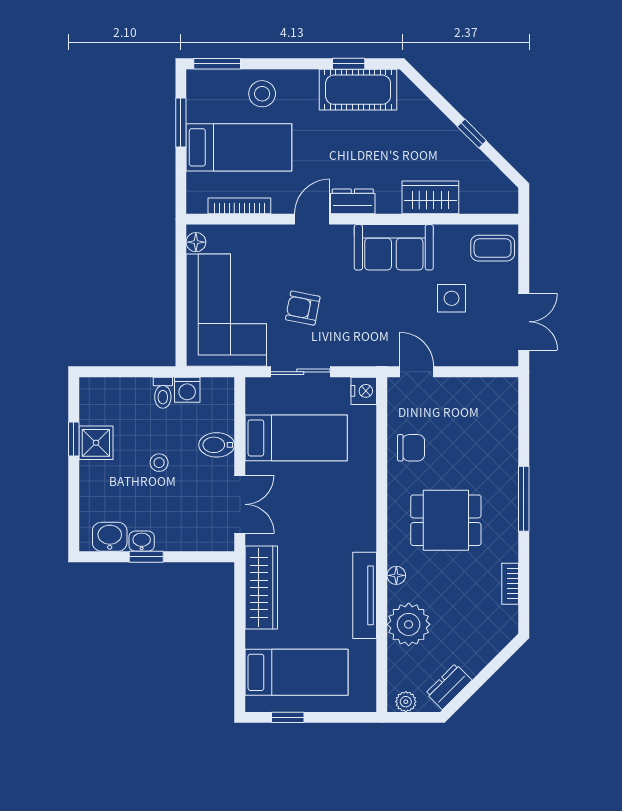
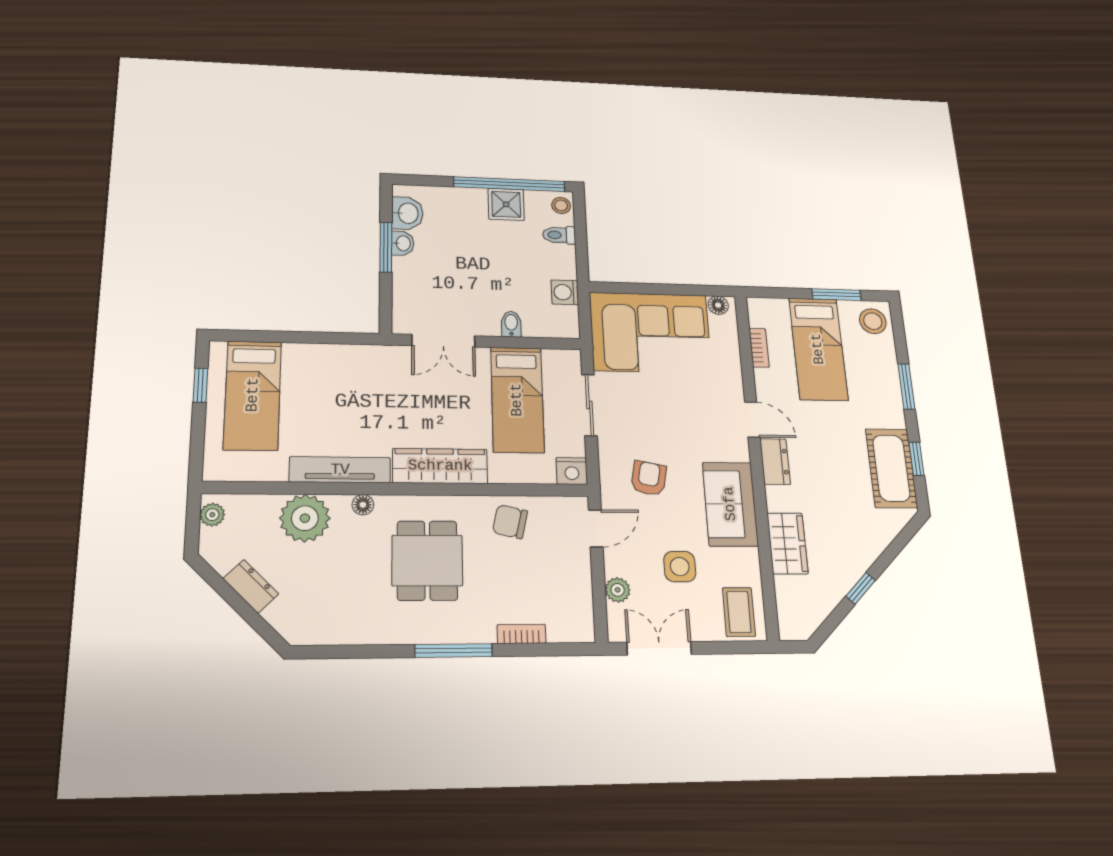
window: (217, 64) -> (906, 387), moved
stool: (262, 94) -> (873, 321), moved
bookcase: (239, 206) -> (759, 348), width x0.64
armchair: (303, 308) -> (649, 478), moved
double door: (524, 322) -> (659, 648), swing flipped
plant: (472, 355) -> (618, 590), added
toilet: (163, 393) -> (559, 235), moved
window: (74, 439) -> (509, 184), width x3.17
bidet: (217, 445) -> (511, 324), width x0.72, depth x0.74
chair: (411, 448) -> (510, 522), turned 103
stool: (159, 463) -> (561, 205), moved
window: (146, 557) -> (386, 247), width x1.50
bookcase: (510, 584) -> (522, 634), moved
wardrobe: (261, 588) -> (440, 466), moved, turned 180
dresser: (449, 687) -> (251, 586), moved

